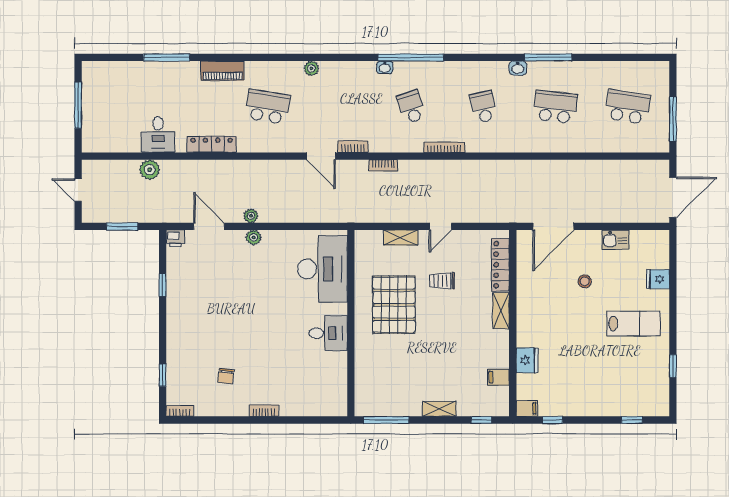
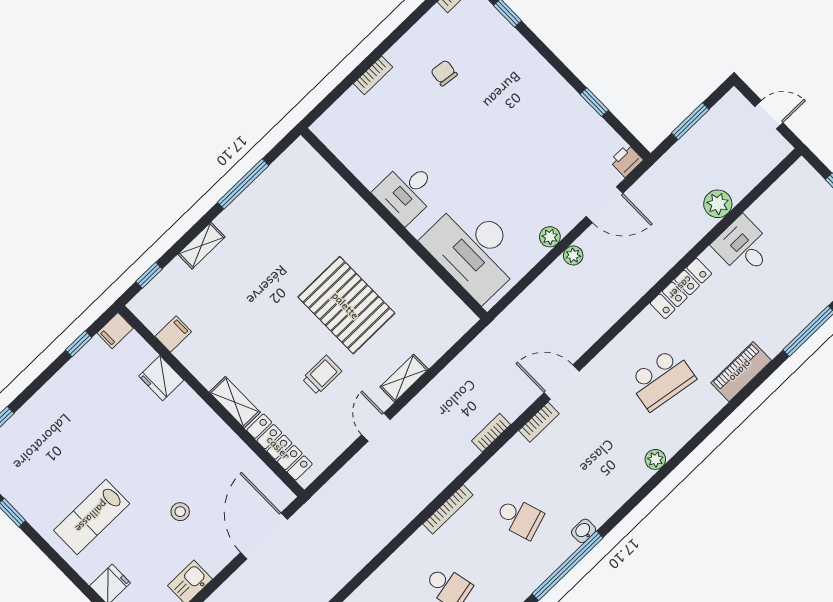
desk: (322, 269) -> (474, 250), moved
wall: (351, 323) -> (394, 223), moved
desk: (328, 333) -> (407, 192), moved

